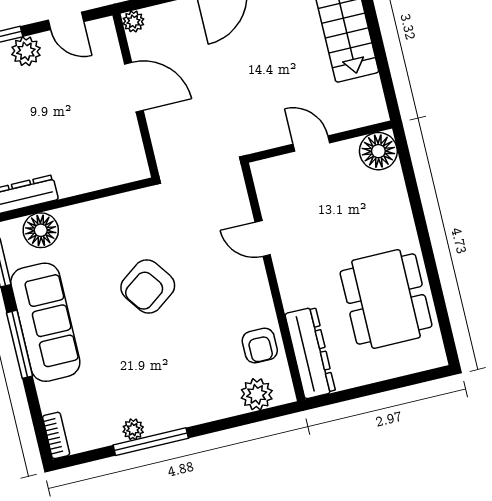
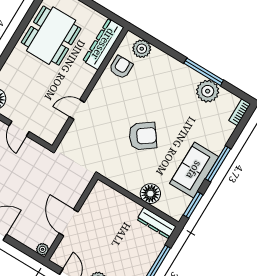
floor lamp: (41, 230) -> (150, 194), moved
door: (263, 239) -> (77, 110), swing flipped
sofa: (45, 322) -> (194, 170), width x0.73
plant: (133, 429) -> (208, 91), width x1.87, depth x1.87

